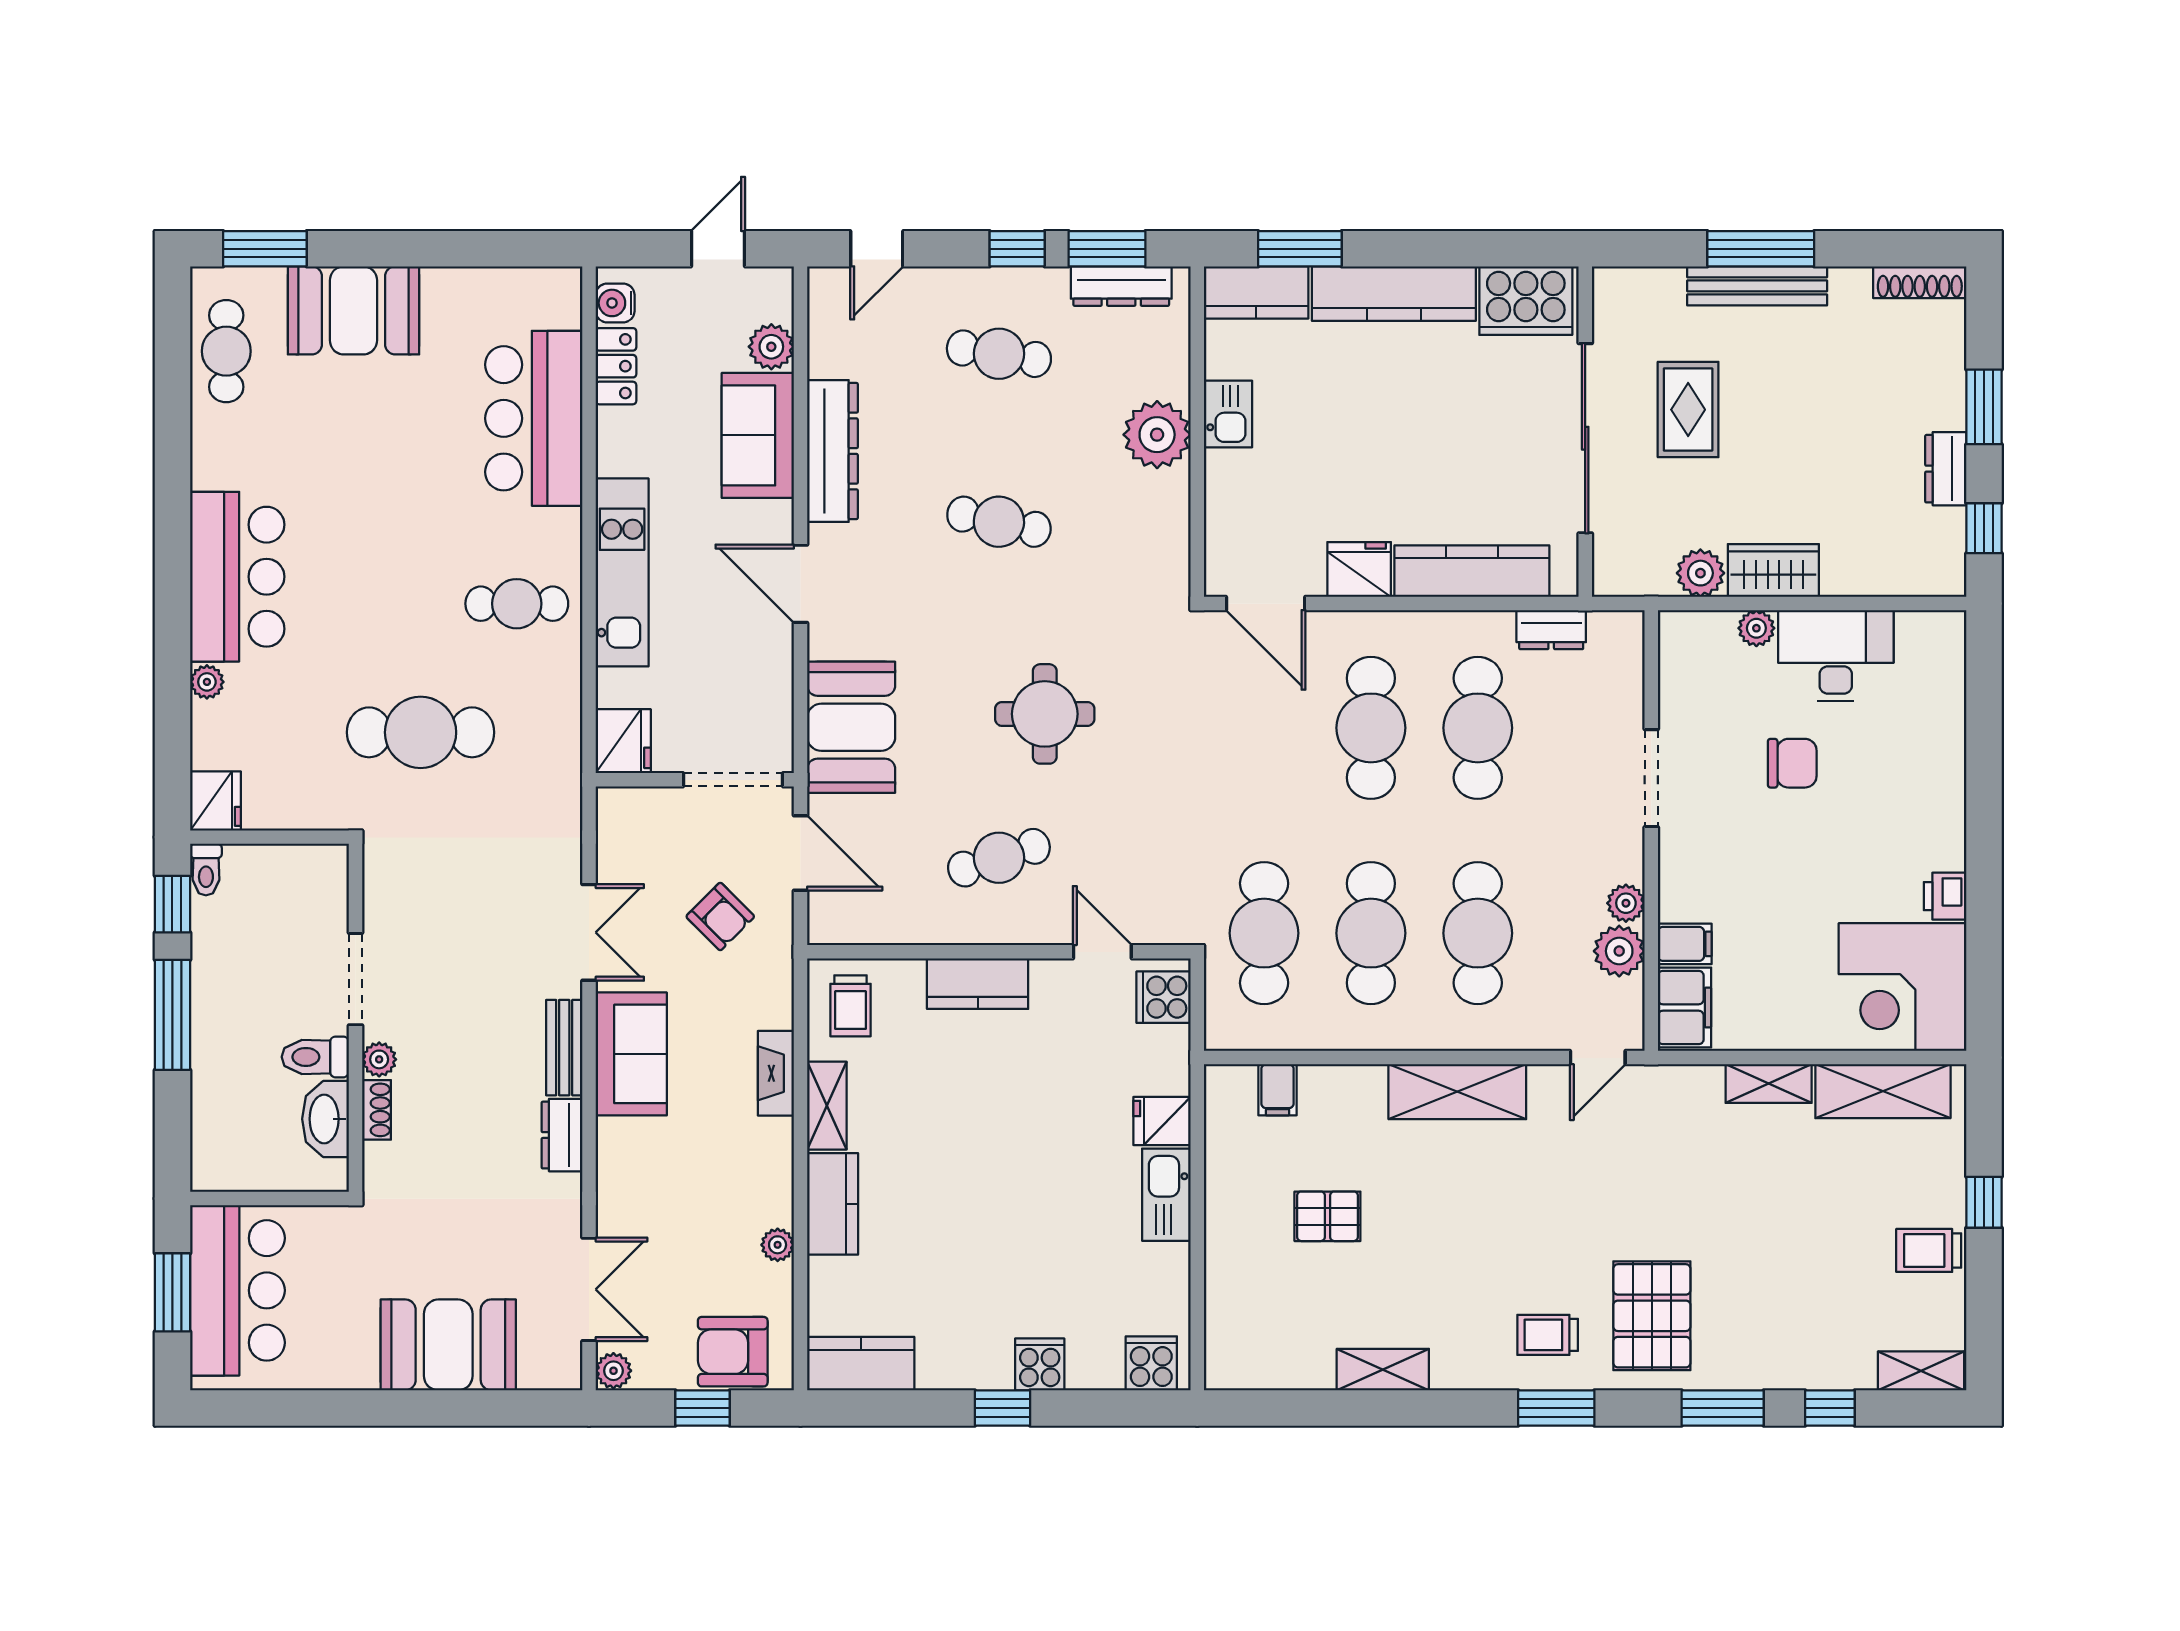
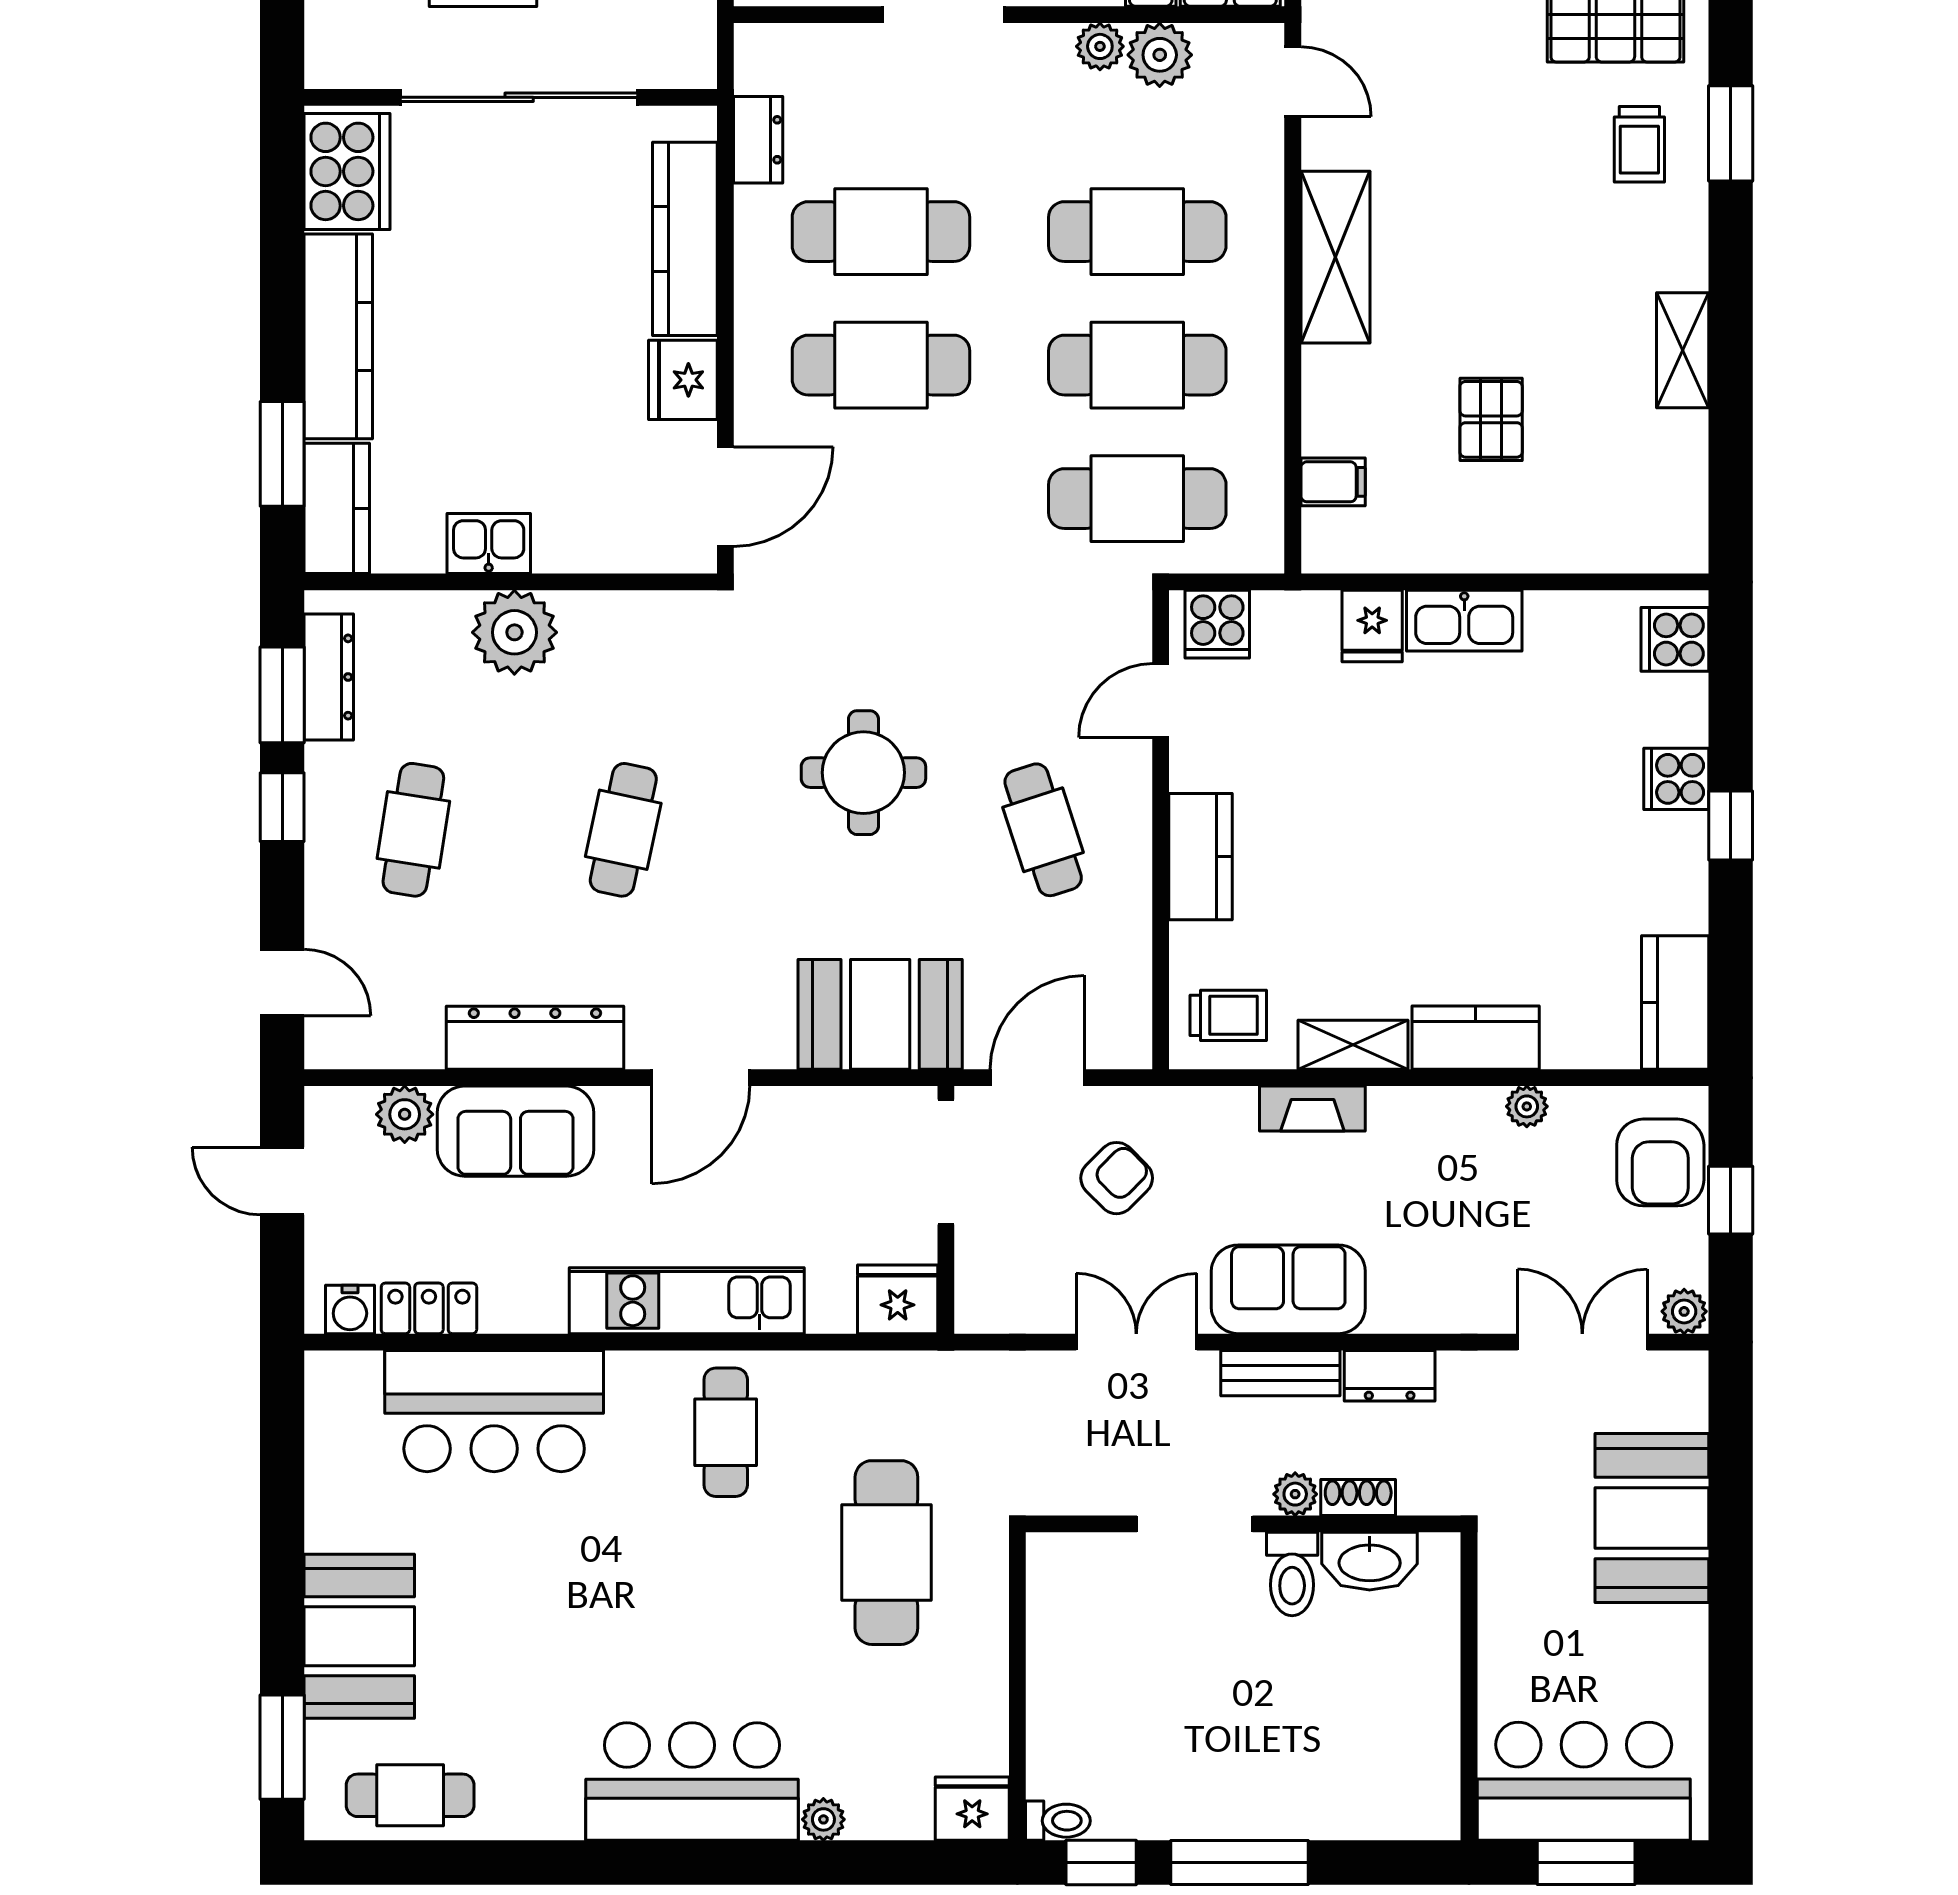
doorway: (355, 979) -> (1195, 1524), moved
wall: (355, 1018) -> (1243, 1524), moved
toilet: (315, 1057) -> (1292, 1574), moved
plant: (379, 1059) -> (1295, 1494), moved
shoe rack: (376, 1110) -> (1358, 1497), moved
washbasin: (326, 1119) -> (1370, 1561), moved

